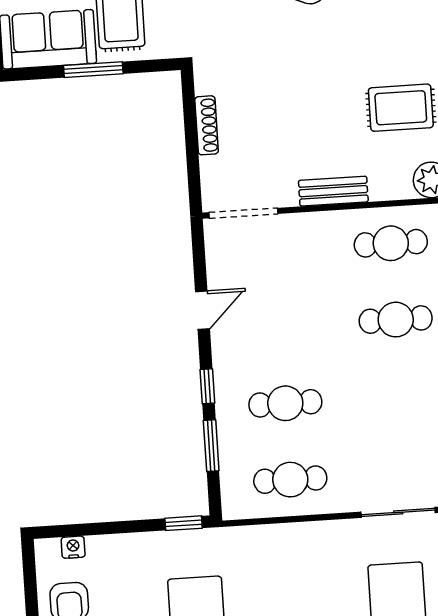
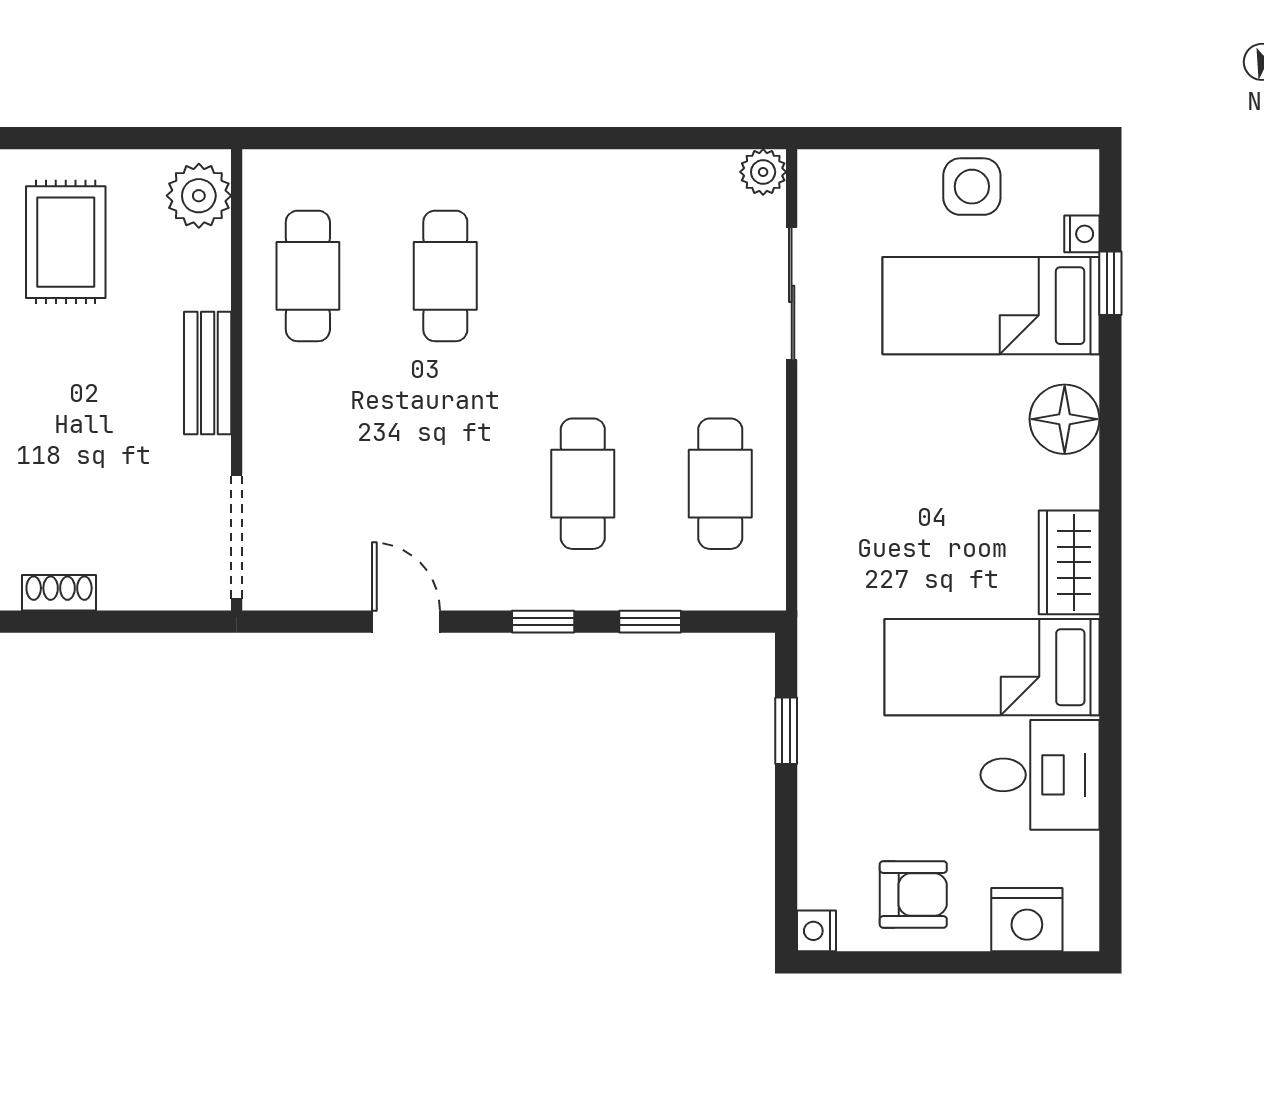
shoe rack: (207, 125) -> (59, 593), width x0.70
window: (211, 446) -> (650, 622), width x0.67
window: (184, 523) -> (786, 731), moved
nightstand: (73, 547) -> (816, 931), moved

